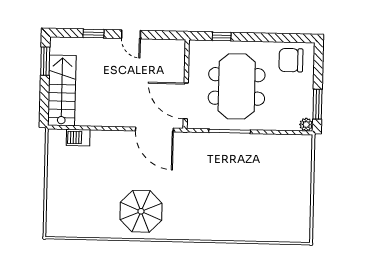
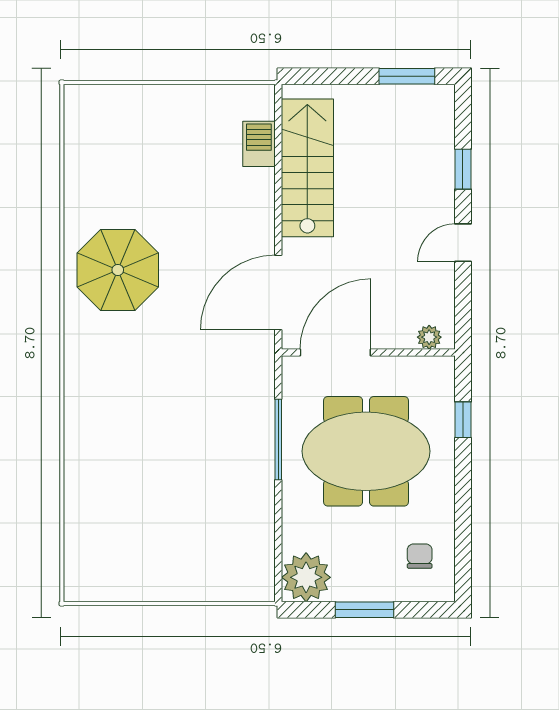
plant: (179, 53) -> (429, 337), added
chair: (291, 60) -> (420, 556), width x0.54, depth x0.54
stairs: (62, 90) -> (307, 168), moved, turned -90
window: (317, 104) -> (365, 610), moved
plant: (306, 125) -> (306, 577), width x1.88, depth x1.88

